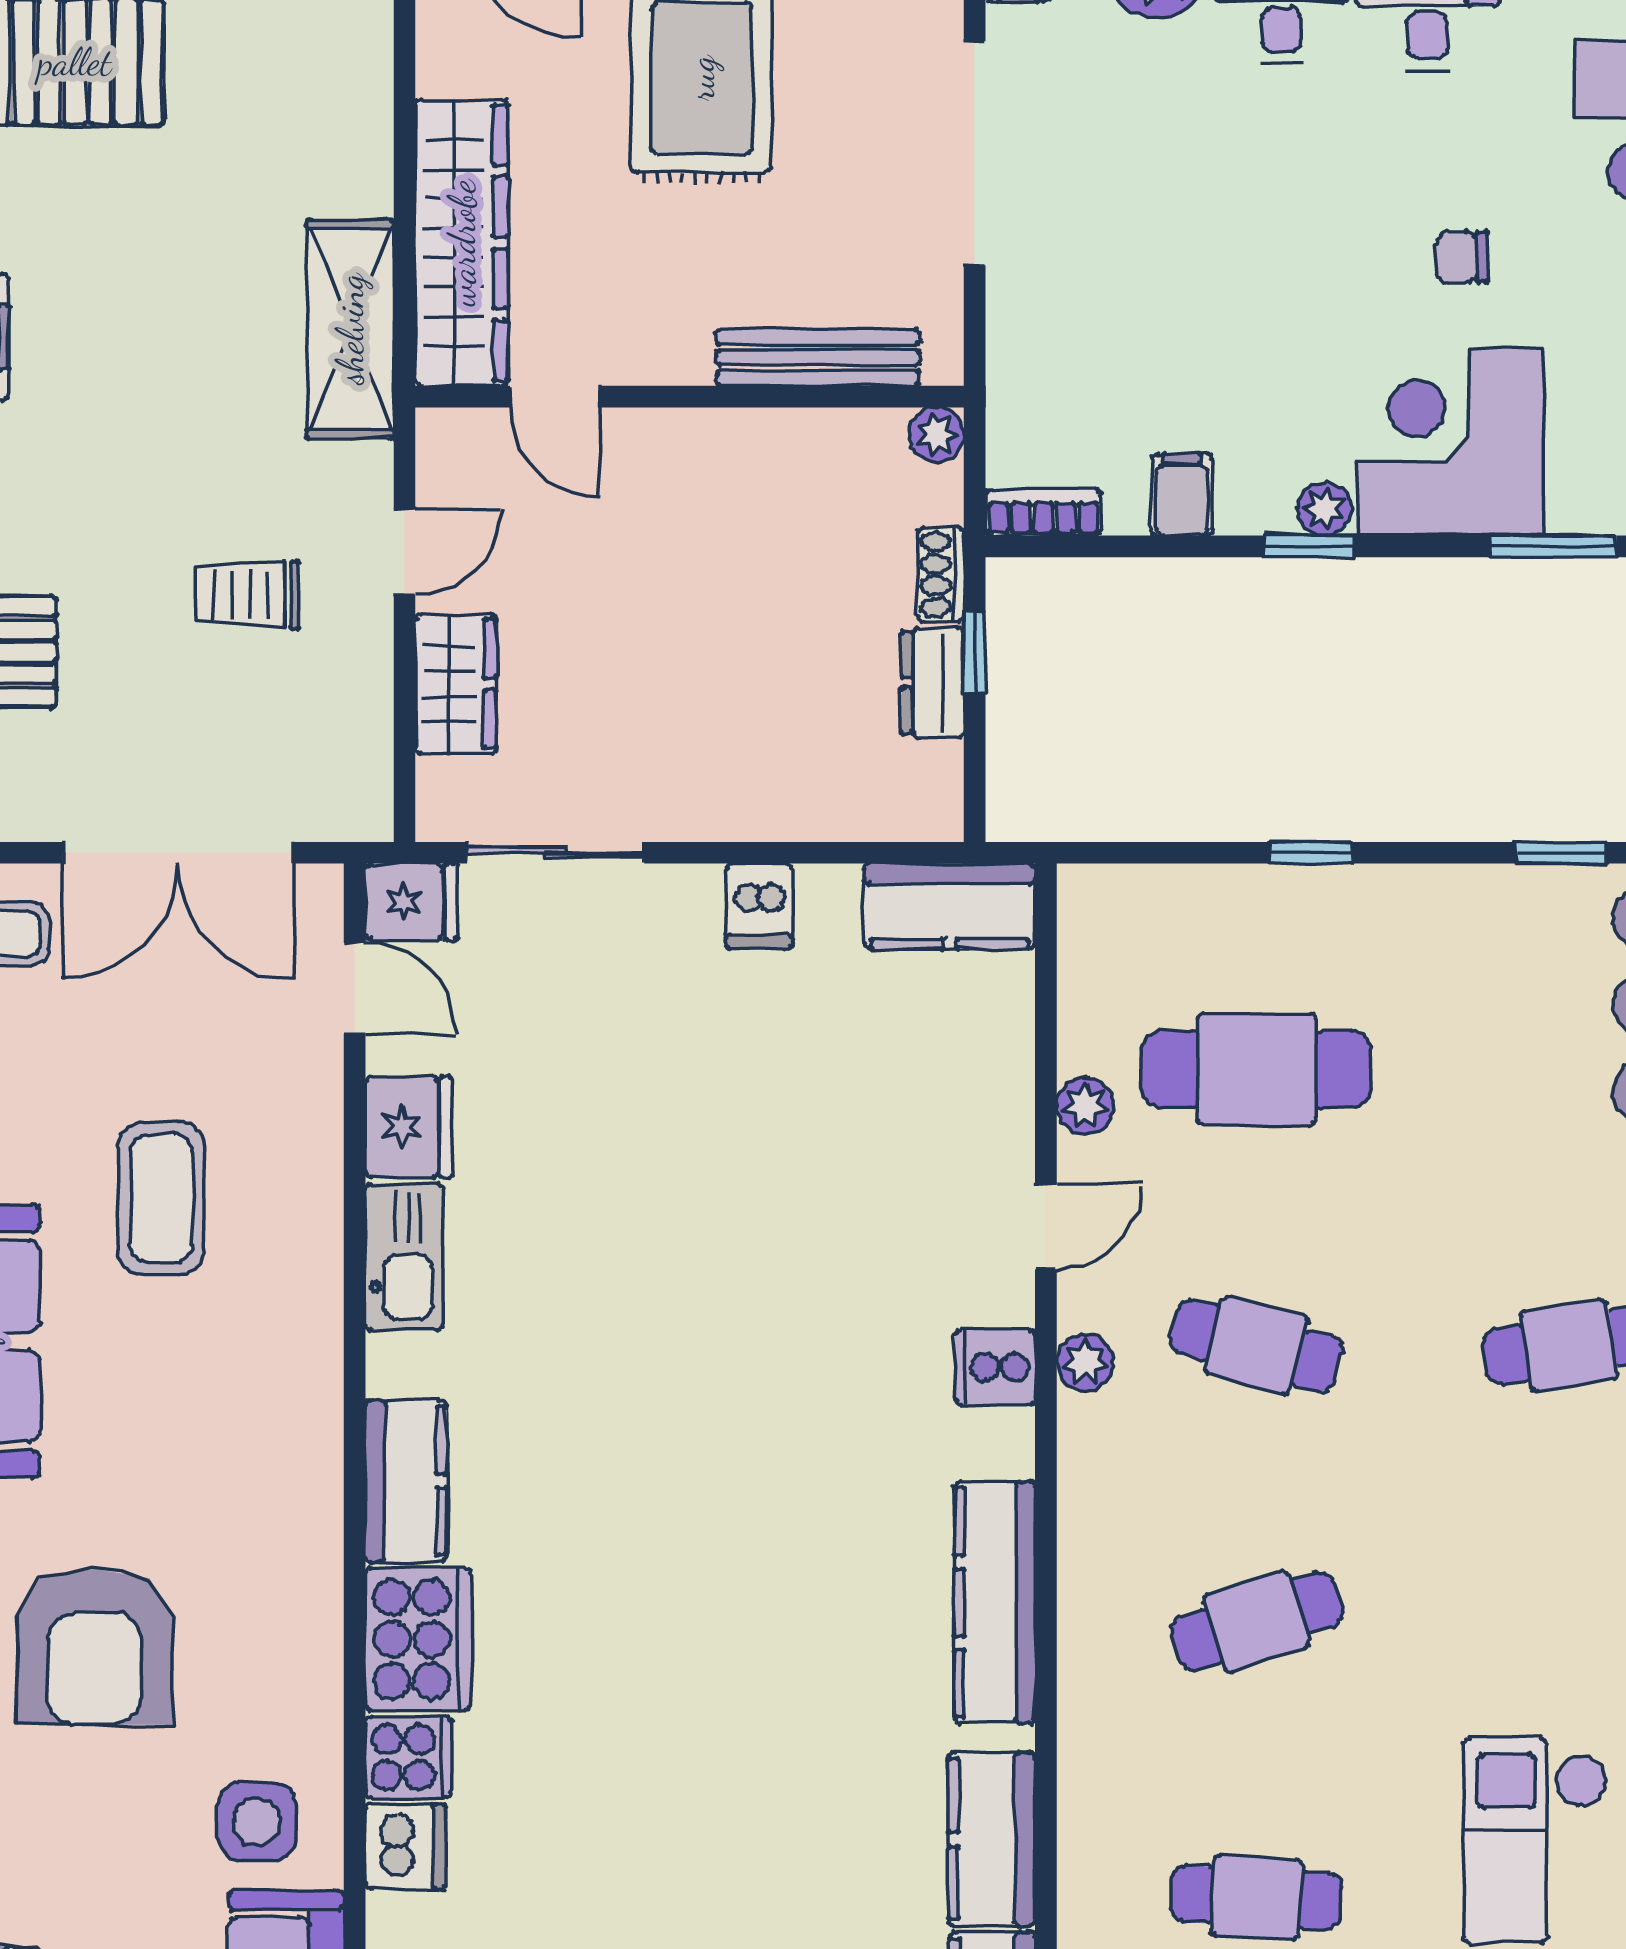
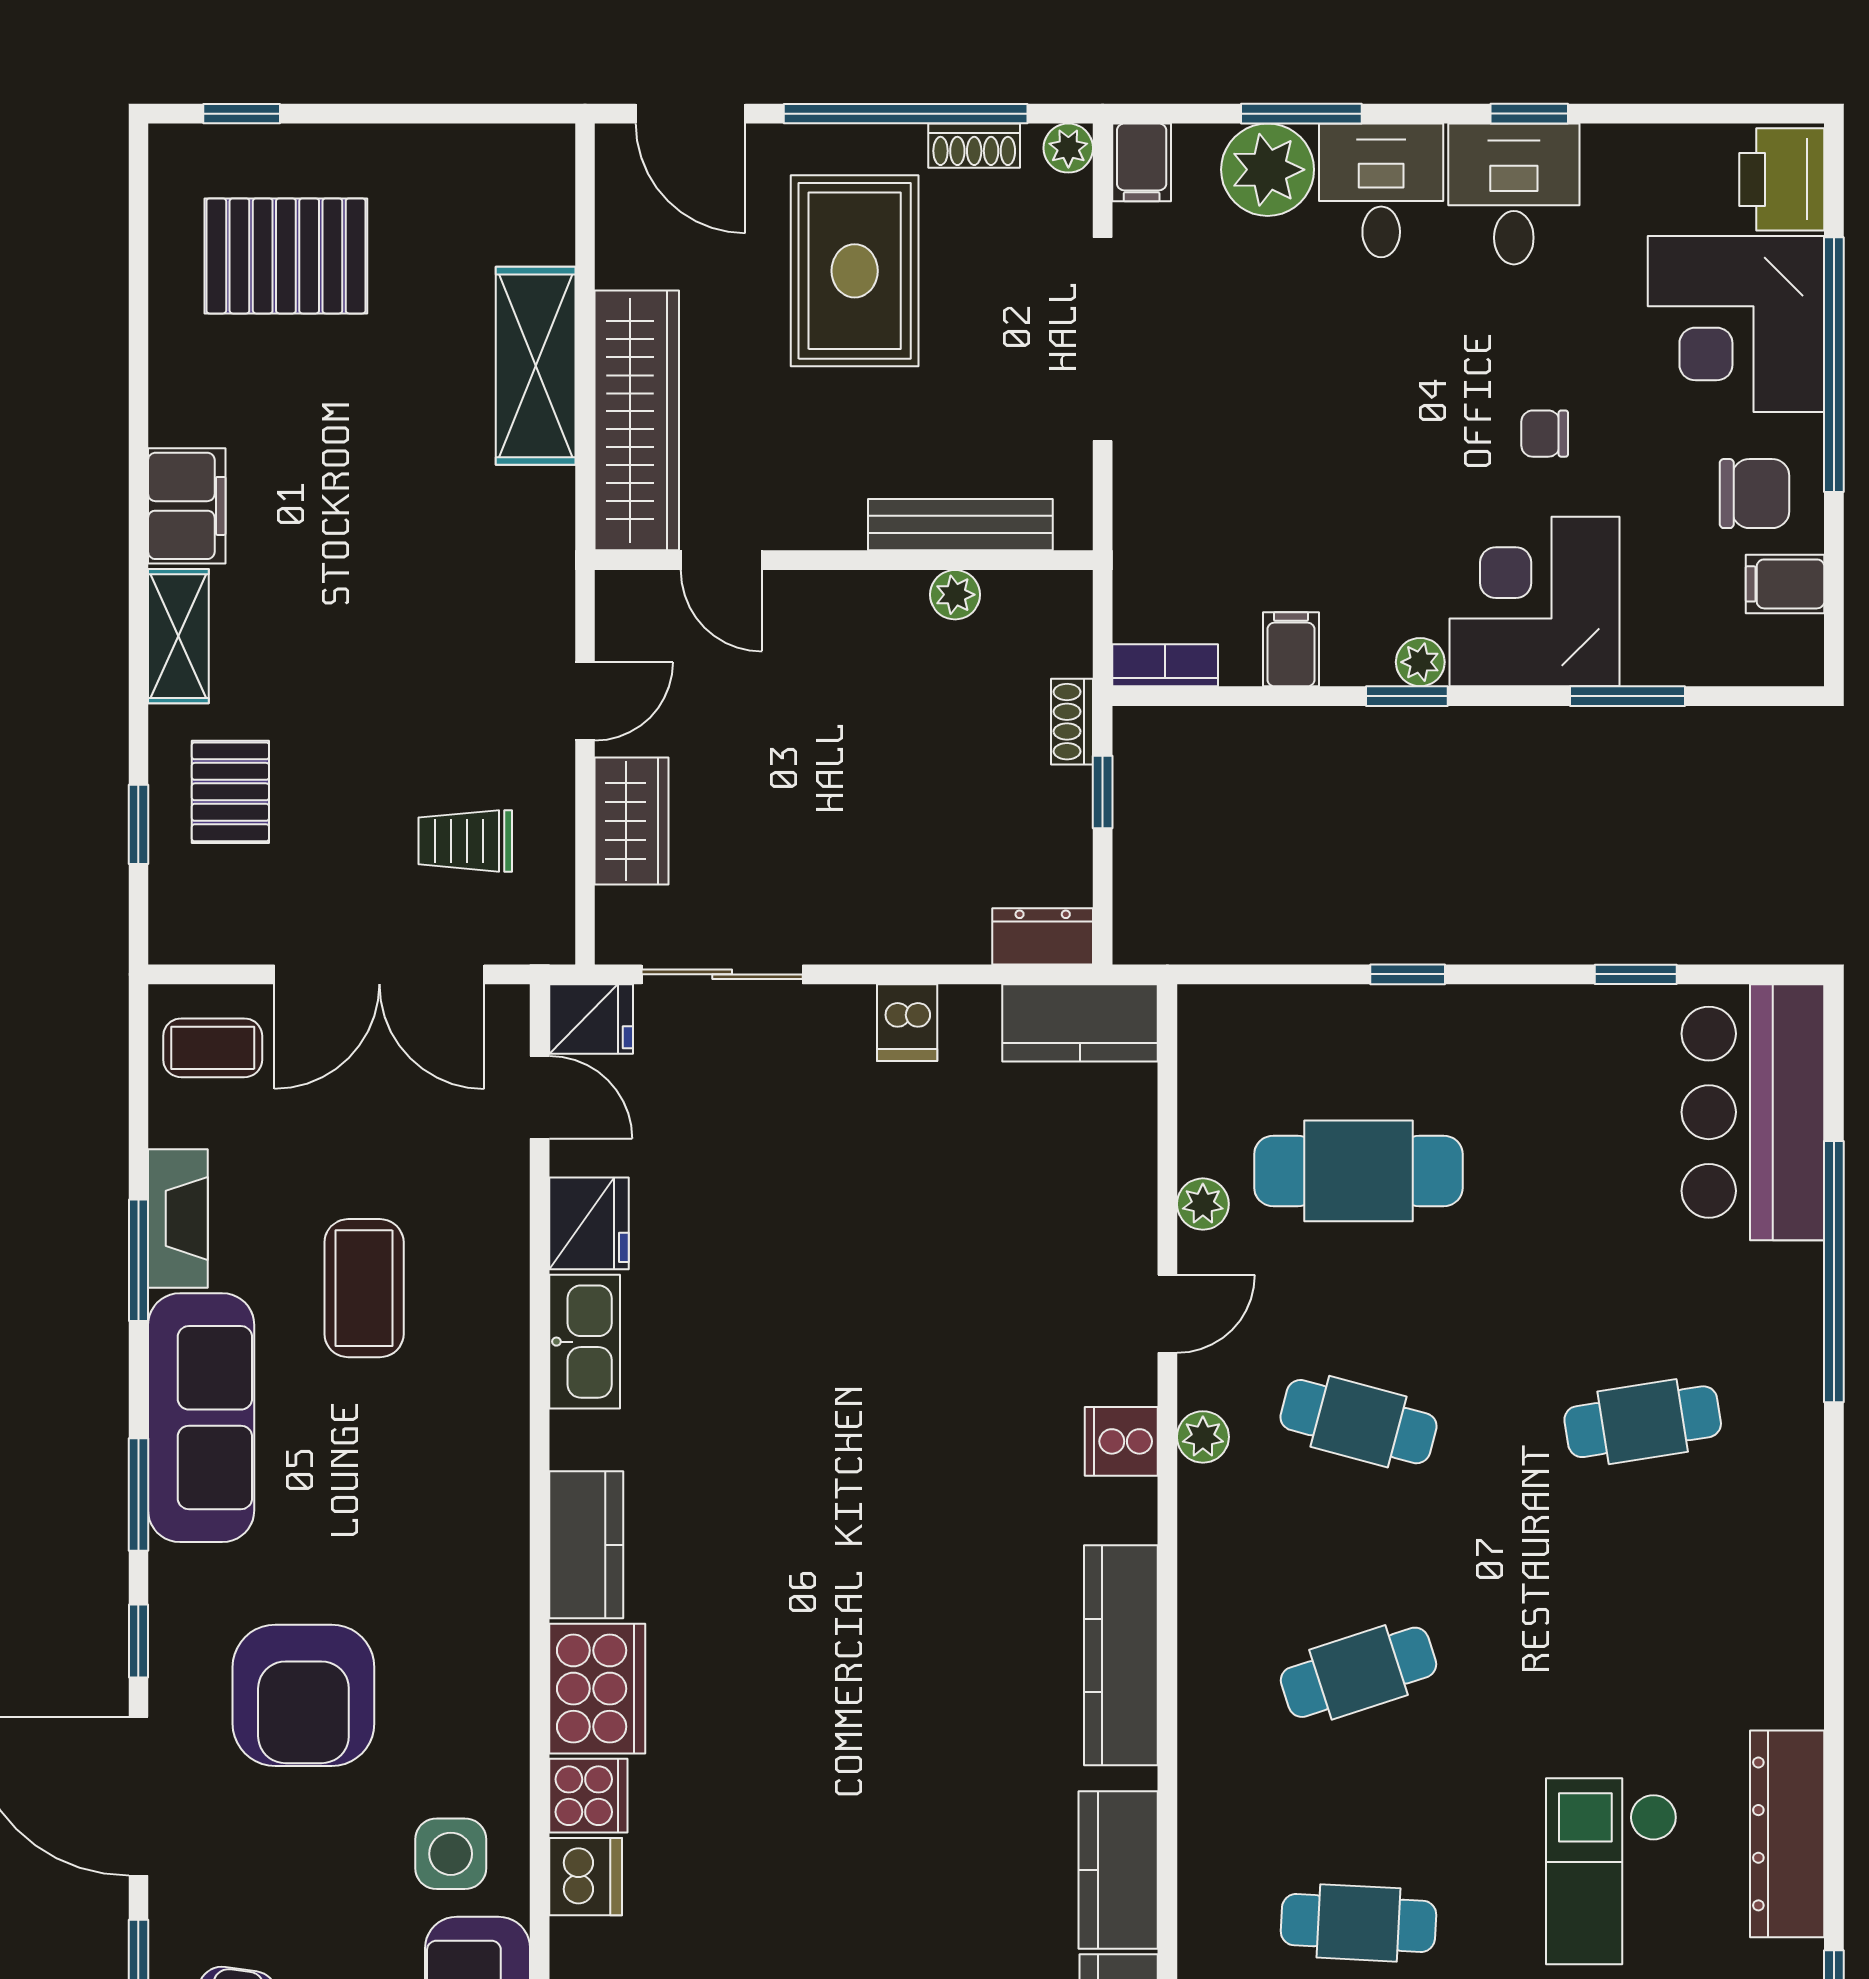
shelving: (350, 329) -> (536, 366), moved
plant: (937, 435) -> (955, 595), moved
trolley: (247, 595) -> (465, 841), moved
dresser: (933, 683) -> (1043, 936), moved, turned 90

